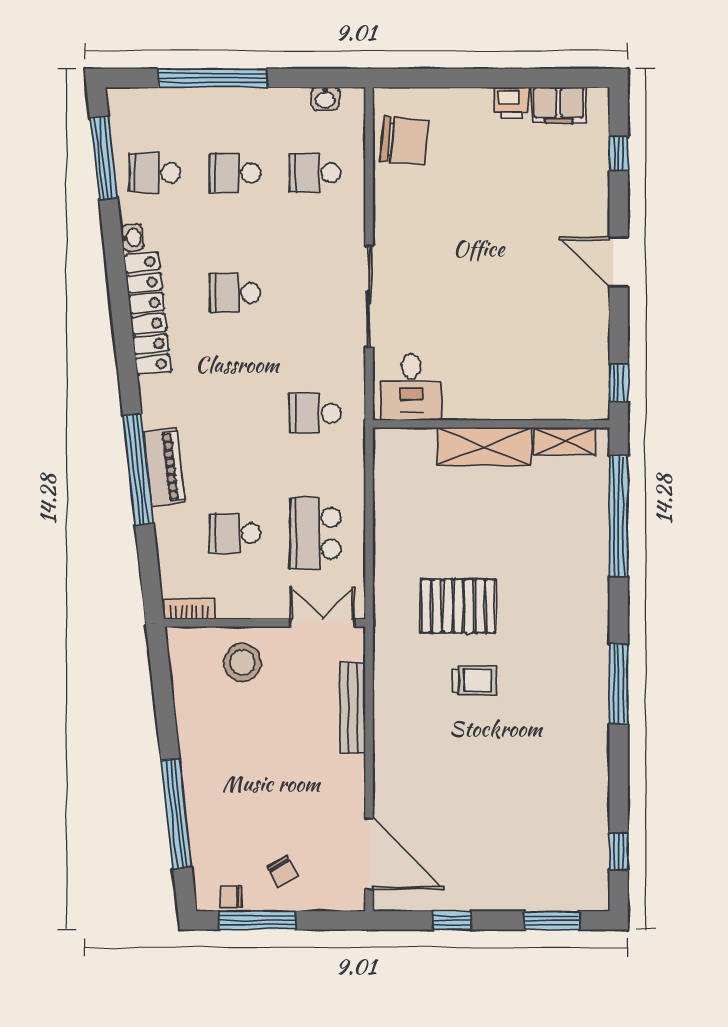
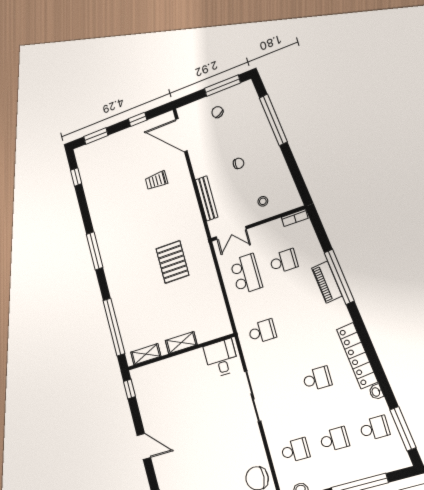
shelving: (484, 446) -> (181, 343), width x0.67, depth x0.75
pallet: (458, 606) -> (172, 262), turned 90
stool: (242, 662) -> (263, 201), width x0.53, depth x0.53
trolley: (474, 680) -> (156, 180), moved
chair: (231, 897) -> (239, 163), moved

